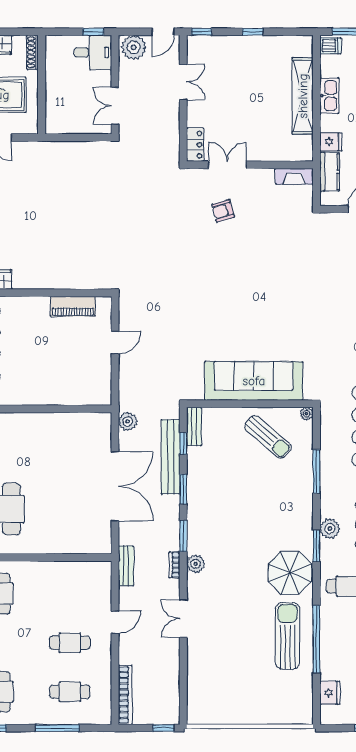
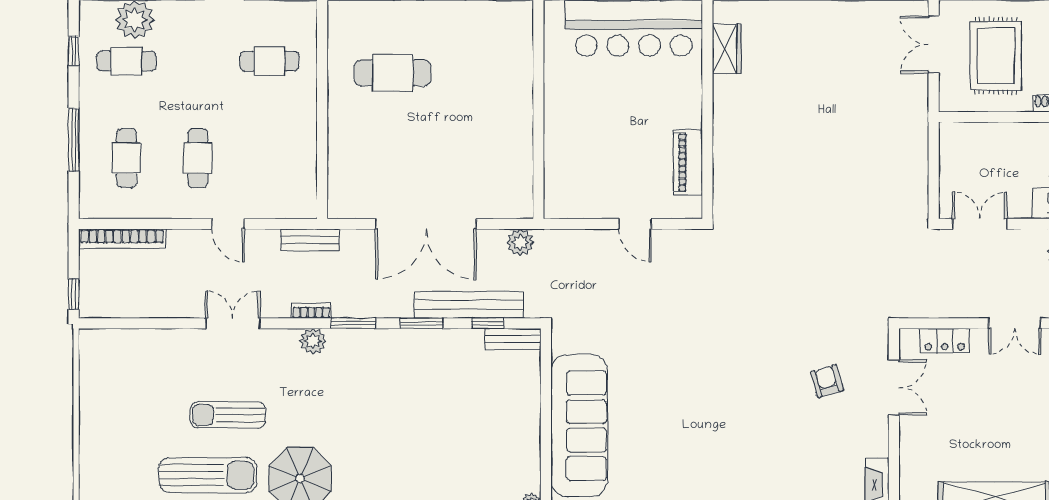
locker: (195, 145) -> (945, 341), moved
sun lounger: (268, 437) -> (228, 415), moved, turned 49

